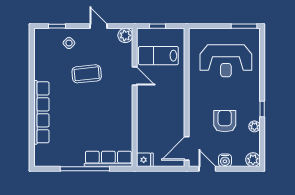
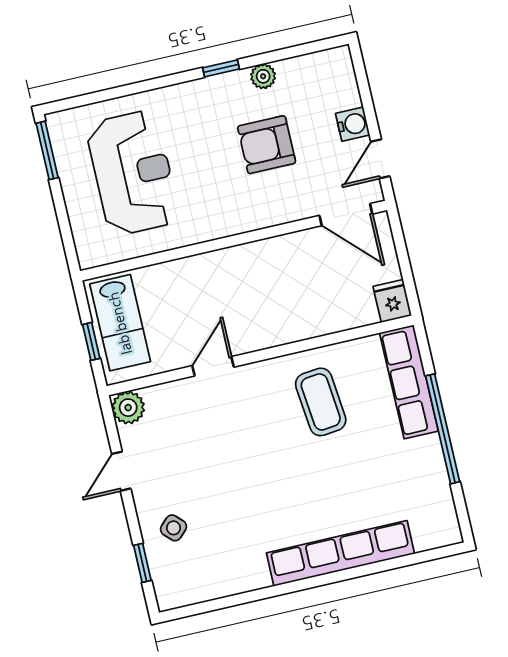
lab bench: (158, 56) -> (120, 323), moved
coffee table: (87, 74) -> (321, 402), moved
plant: (253, 160) -> (337, 63), removed

